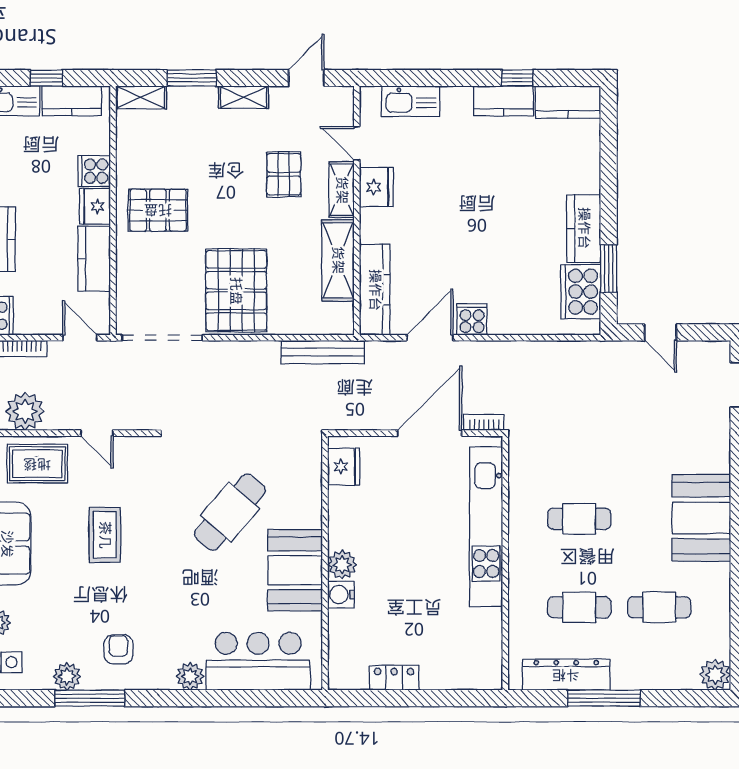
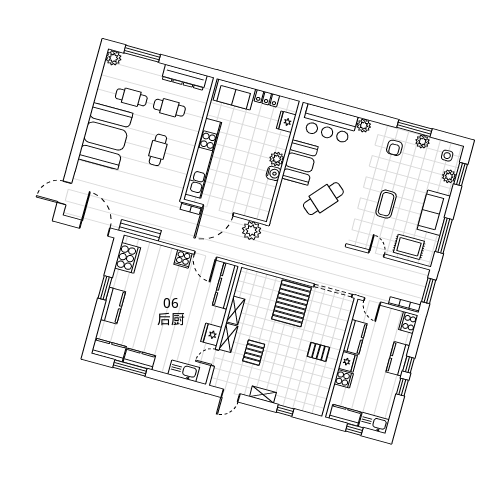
window: (192, 78) -> (285, 410), width x0.67
window: (517, 78) -> (130, 368), width x2.17
shelving: (141, 97) -> (312, 408), removed
door: (357, 143) -> (215, 358), swing flipped
pallet: (158, 210) -> (318, 352), width x0.67, depth x0.71
kitchen counter: (584, 228) -> (113, 306), moved
shelving: (338, 260) -> (235, 310), width x0.67, depth x0.75
window: (609, 268) -> (105, 288), moved
door: (661, 332) -> (95, 228), width x1.88
door: (430, 338) -> (205, 256), hinge flipped
bench: (323, 352) -> (140, 230), moved
plant: (25, 411) -> (252, 231), moved
fridge: (344, 467) -> (286, 122), moved
booth: (701, 518) -> (105, 136), width x1.36, depth x1.42
cafe table: (579, 519) -> (158, 150), turned 90
water cooler: (341, 595) -> (273, 173), moved
sofa: (459, 668) -> (234, 94), added
window: (604, 698) -> (142, 54), moved

